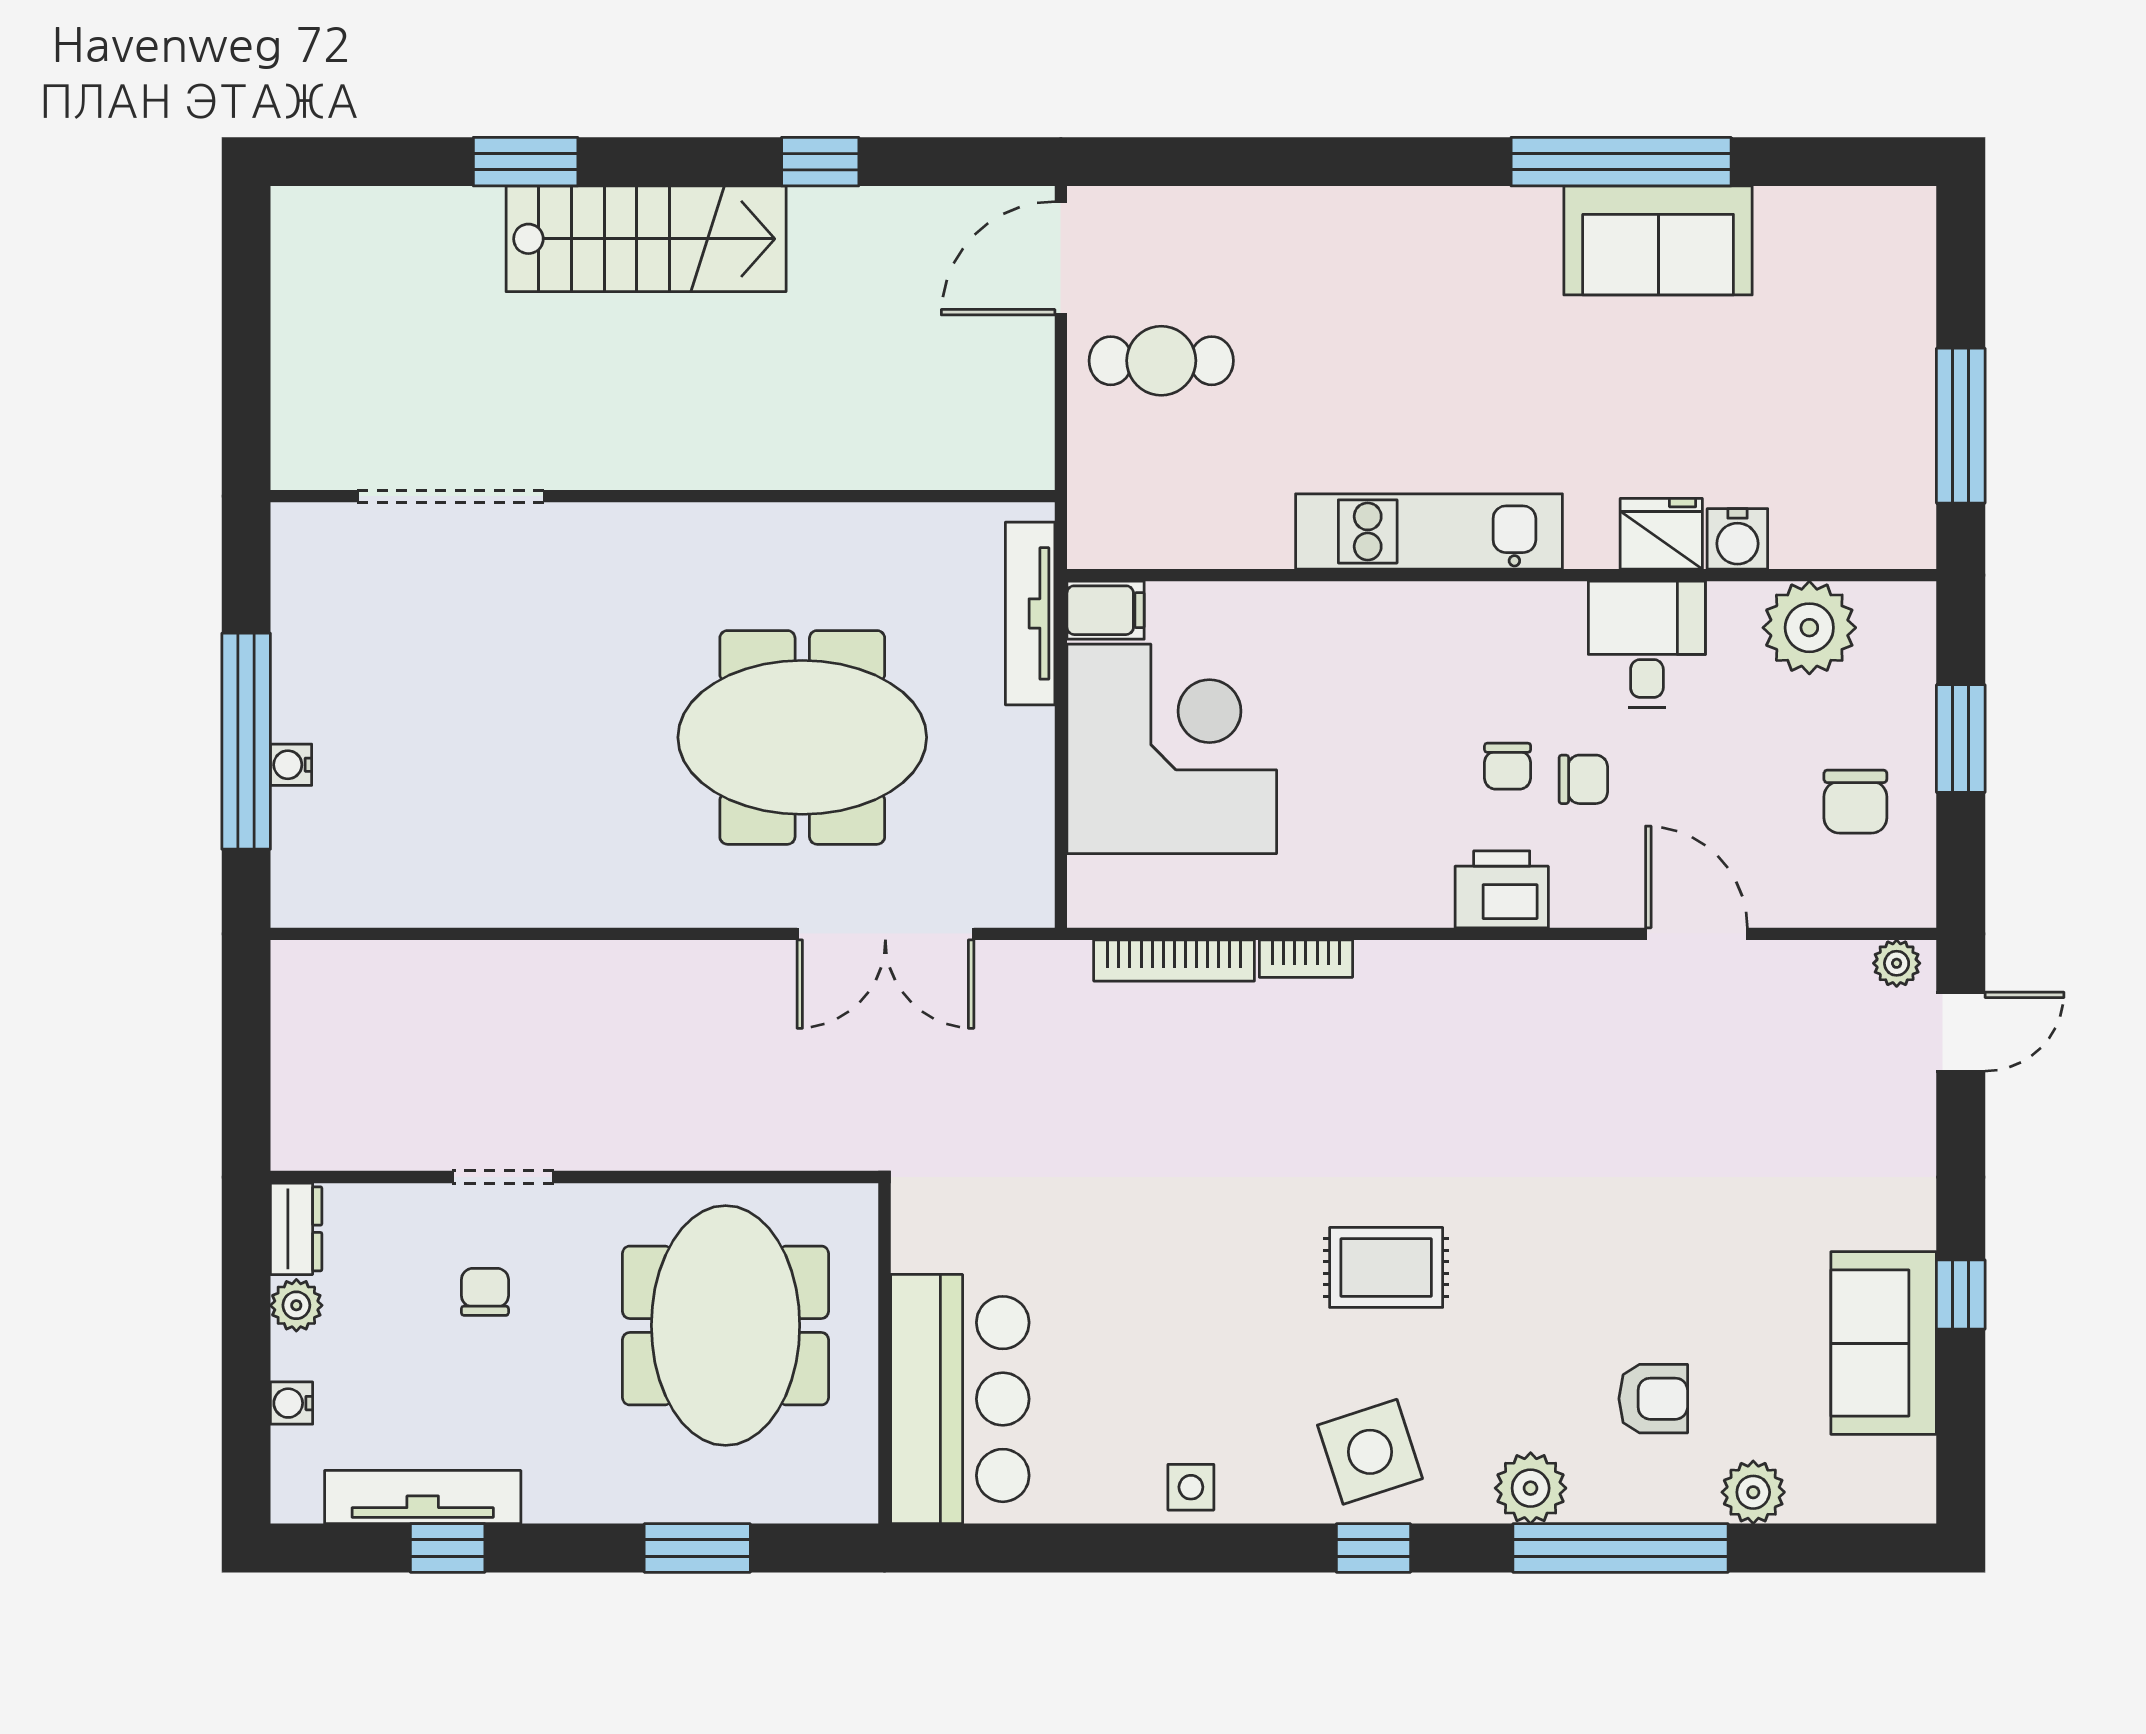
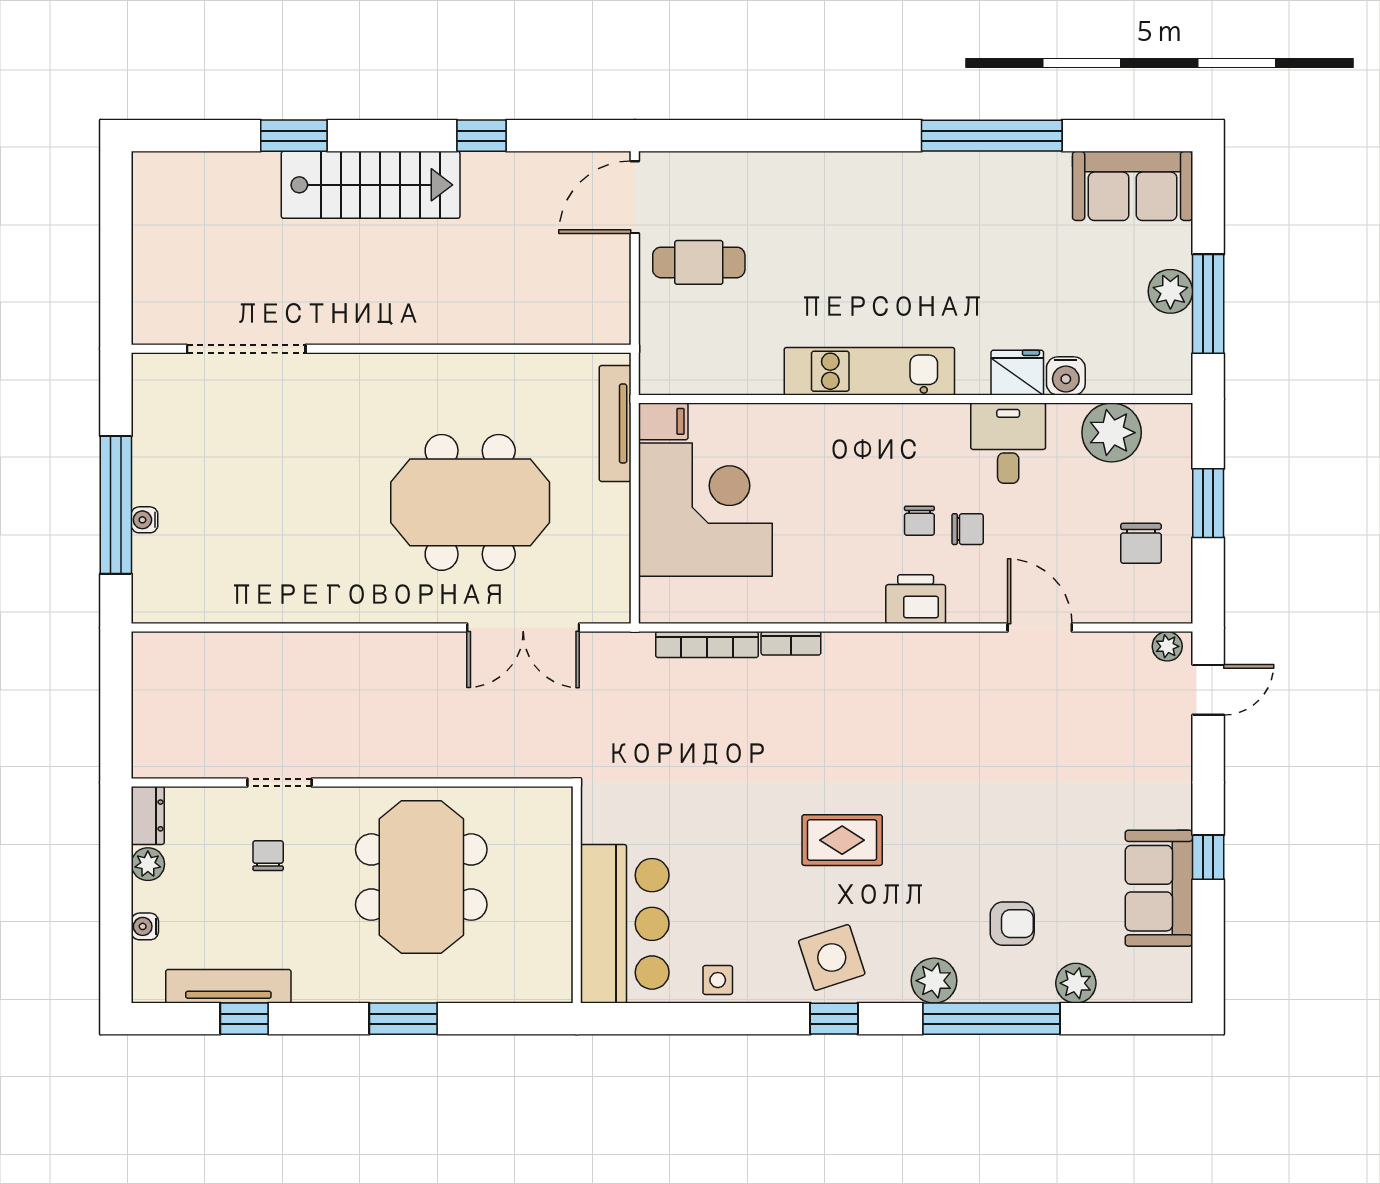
sofa: (1658, 240) -> (1133, 186), moved
plant: (1902, 406) -> (1170, 291), added
wall: (885, 1353) -> (577, 895), moved
bar counter: (960, 1399) -> (625, 924), moved

